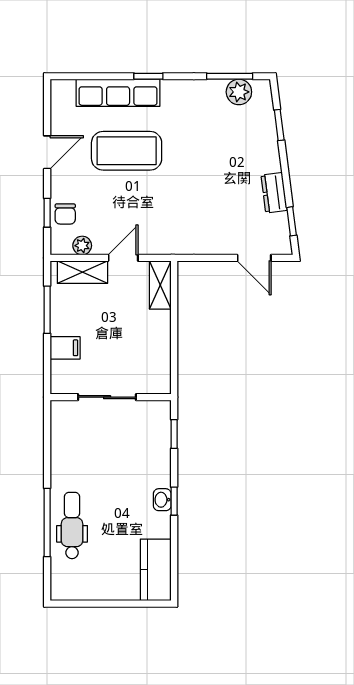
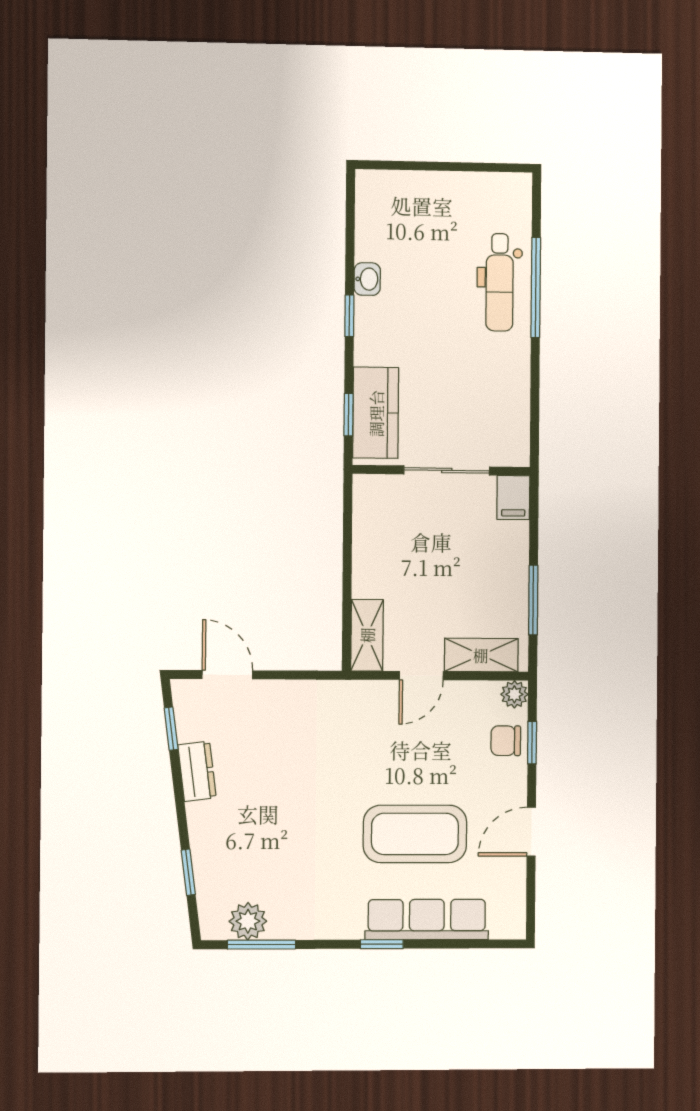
chair: (65, 214) -> (506, 741), turned -90
plant: (82, 246) -> (514, 694), moved
filing cabinet: (65, 348) -> (513, 498), moved, turned -90
washbasin: (162, 500) -> (367, 279), moved
kitchen counter: (156, 570) -> (376, 413), moved

